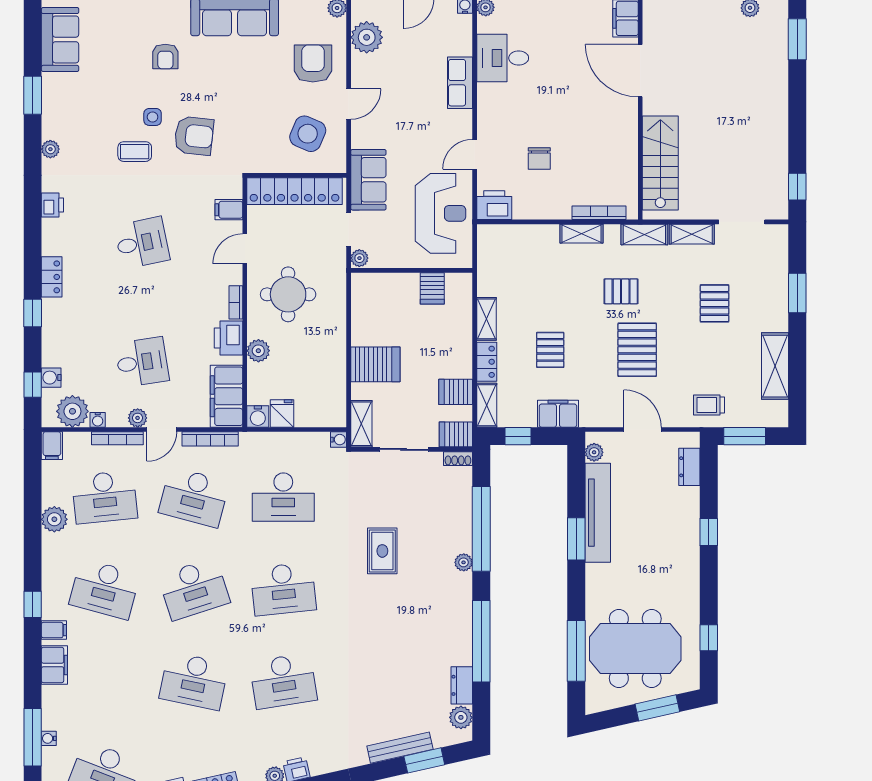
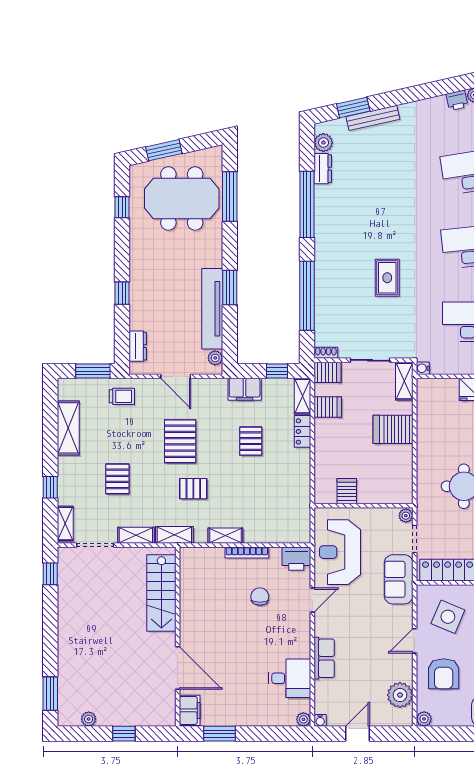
bookcase: (599, 213) -> (247, 553), moved
window: (797, 293) -> (50, 487), width x0.67
shelving: (486, 319) -> (65, 524), moved
plant: (464, 562) -> (321, 268), removed

